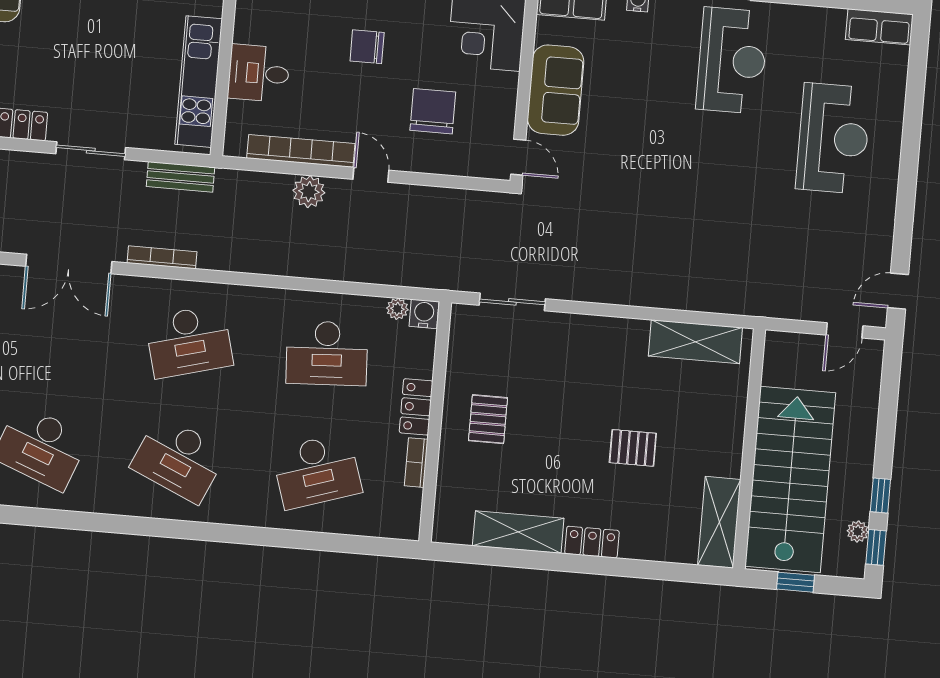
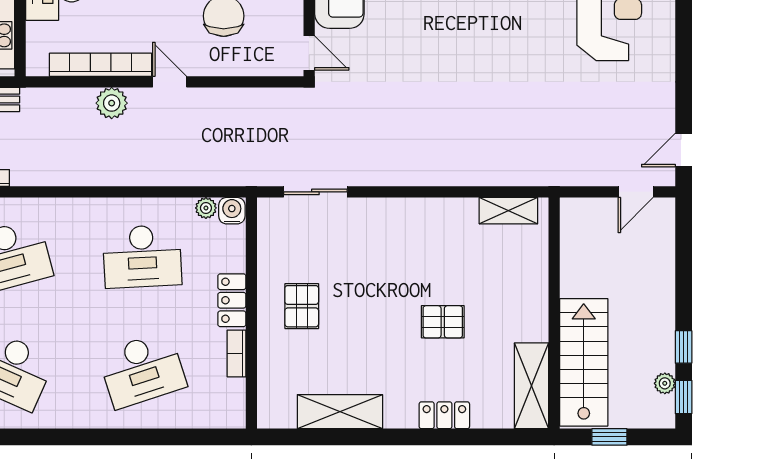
shelving: (695, 342) -> (508, 211), width x0.67, depth x0.75
stairs: (790, 480) -> (584, 362), width x0.73, depth x0.66
locker: (592, 542) -> (444, 415), moved

